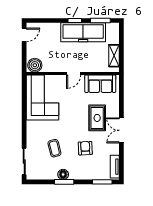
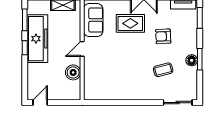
door: (24, 35) -> (40, 103), hinge flipped
boiler: (35, 65) -> (73, 72), moved
door: (74, 73) -> (82, 49), swing flipped
corner sofa: (43, 97) -> (108, 83), removed

